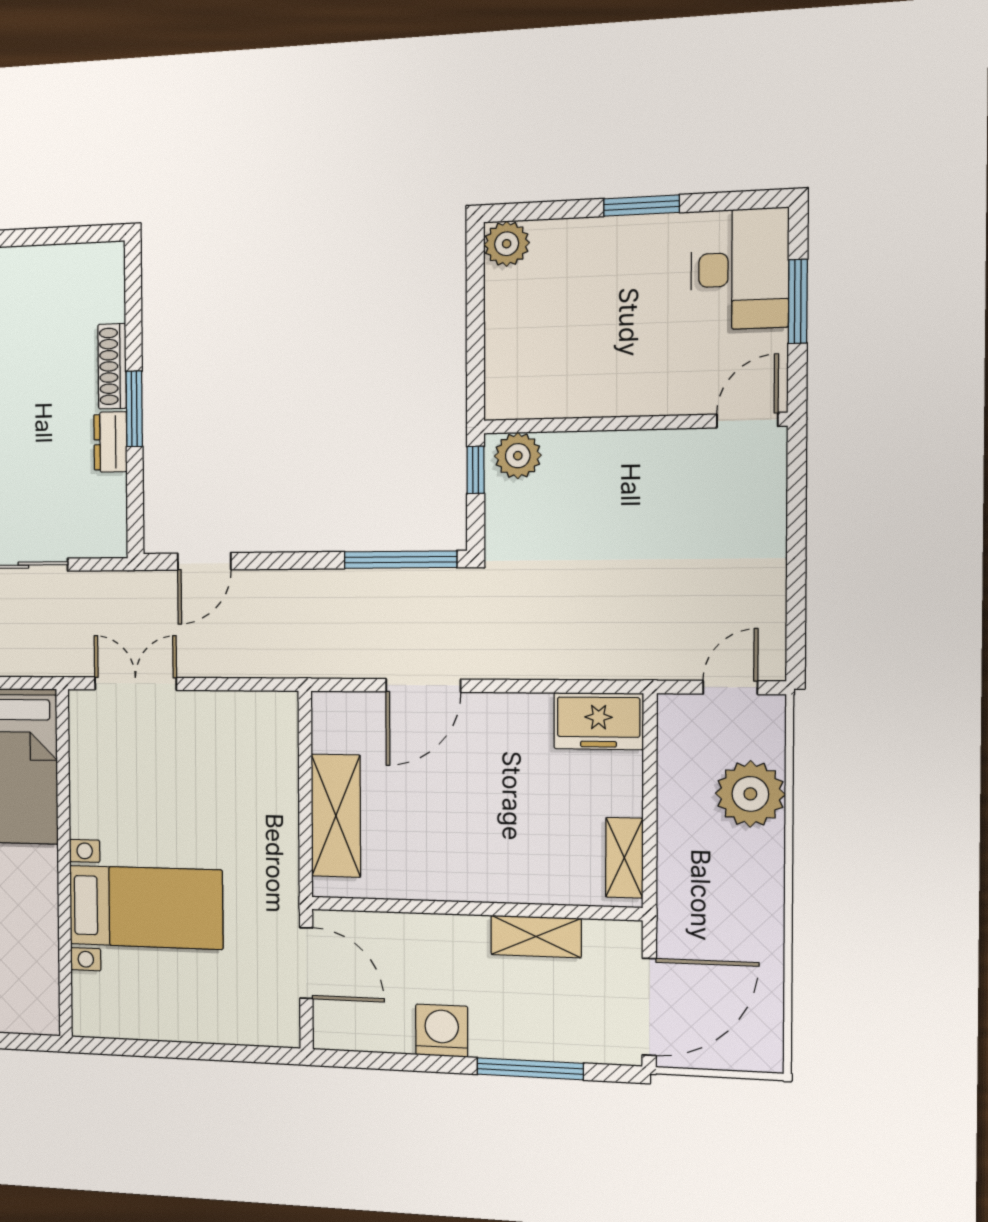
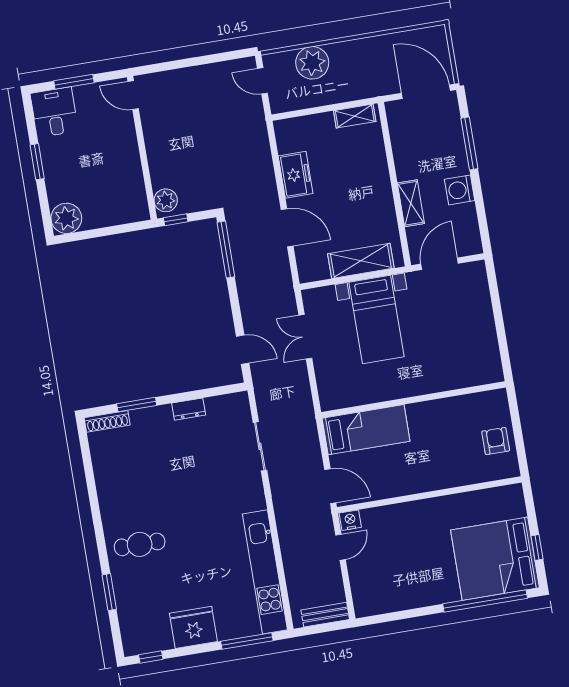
plant: (507, 244) -> (66, 218), width x1.36, depth x1.36
desk: (740, 269) -> (54, 112), width x0.73
shoe rack: (112, 366) -> (107, 421), moved
window: (134, 409) -> (137, 405), moved
double door: (135, 684) -> (305, 337), moved
freezer: (599, 721) -> (296, 175), moved
bed with nightstands: (146, 907) -> (376, 319), moved, turned 180
shelving: (536, 937) -> (411, 203), moved

